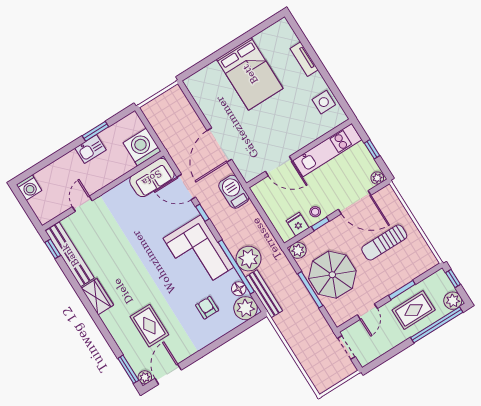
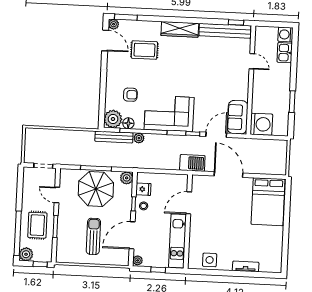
bed: (250, 74) -> (268, 202), moved, turned -90
kitchen sink: (90, 149) -> (285, 53), moved
plant: (249, 259) -> (139, 138), width x0.53, depth x0.53
wardrobe: (97, 297) -> (180, 29), width x1.50

